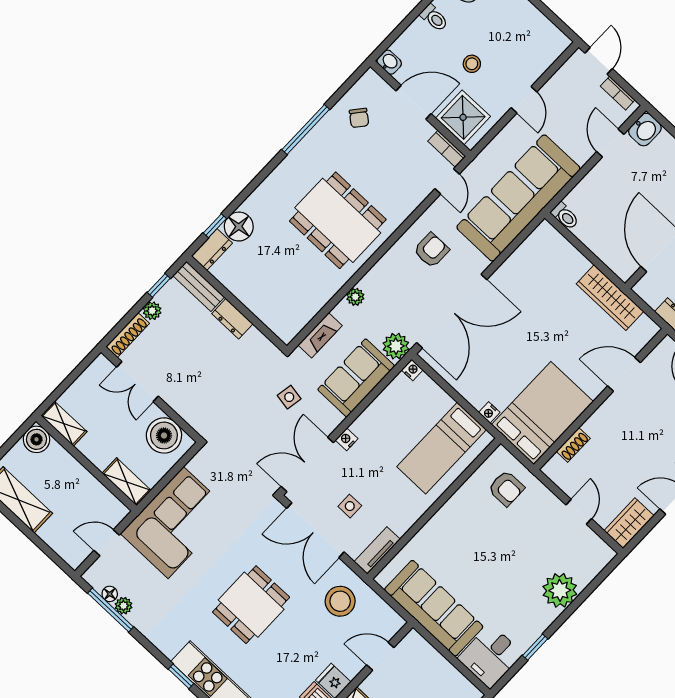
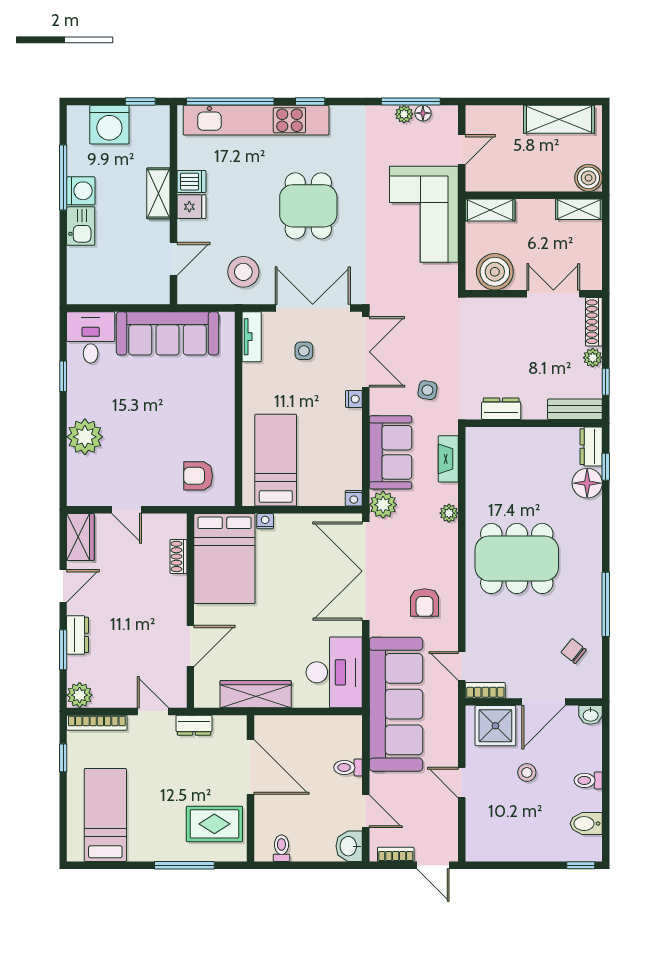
toilet: (565, 216) -> (348, 768), moved
desk: (541, 261) -> (334, 672), added
dresser: (232, 319) -> (501, 409), moved

